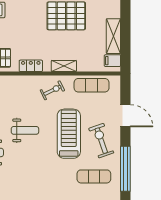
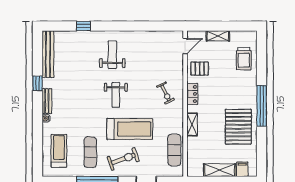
filing cabinet: (112, 61) -> (242, 169), moved
exercise bike: (52, 90) -> (166, 93), moved
weight bench: (25, 130) -> (116, 95), moved

